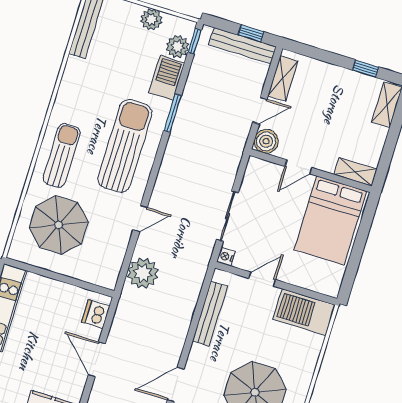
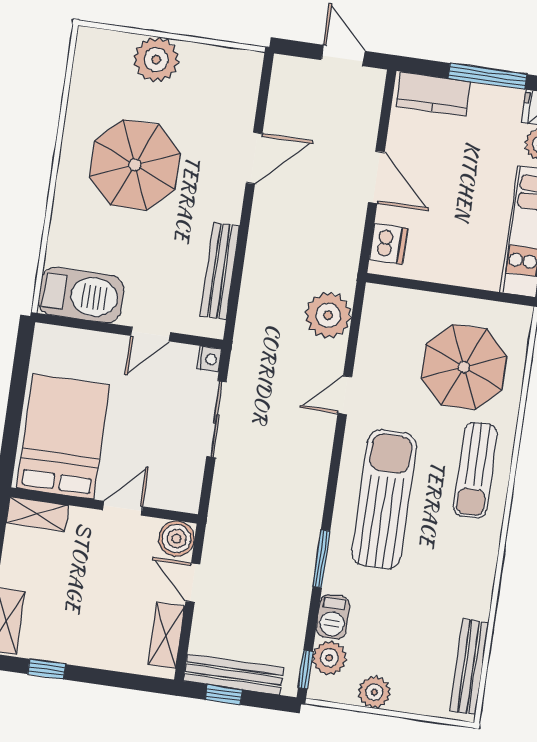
barbecue: (167, 78) -> (333, 617), width x0.73, depth x0.79
door: (260, 111) -> (193, 583), hinge flipped
sun lounger: (125, 146) -> (384, 499), turned 180

